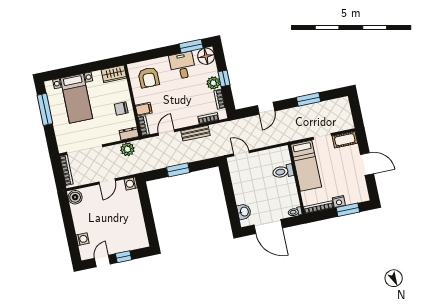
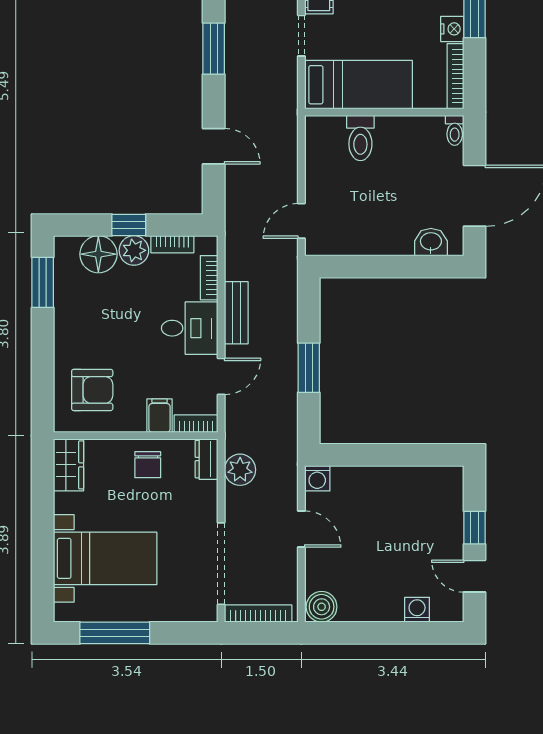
floor lamp: (206, 56) -> (98, 254), moved
desk: (182, 66) -> (190, 328), moved, turned 180
door: (166, 132) -> (221, 376), swing flipped

